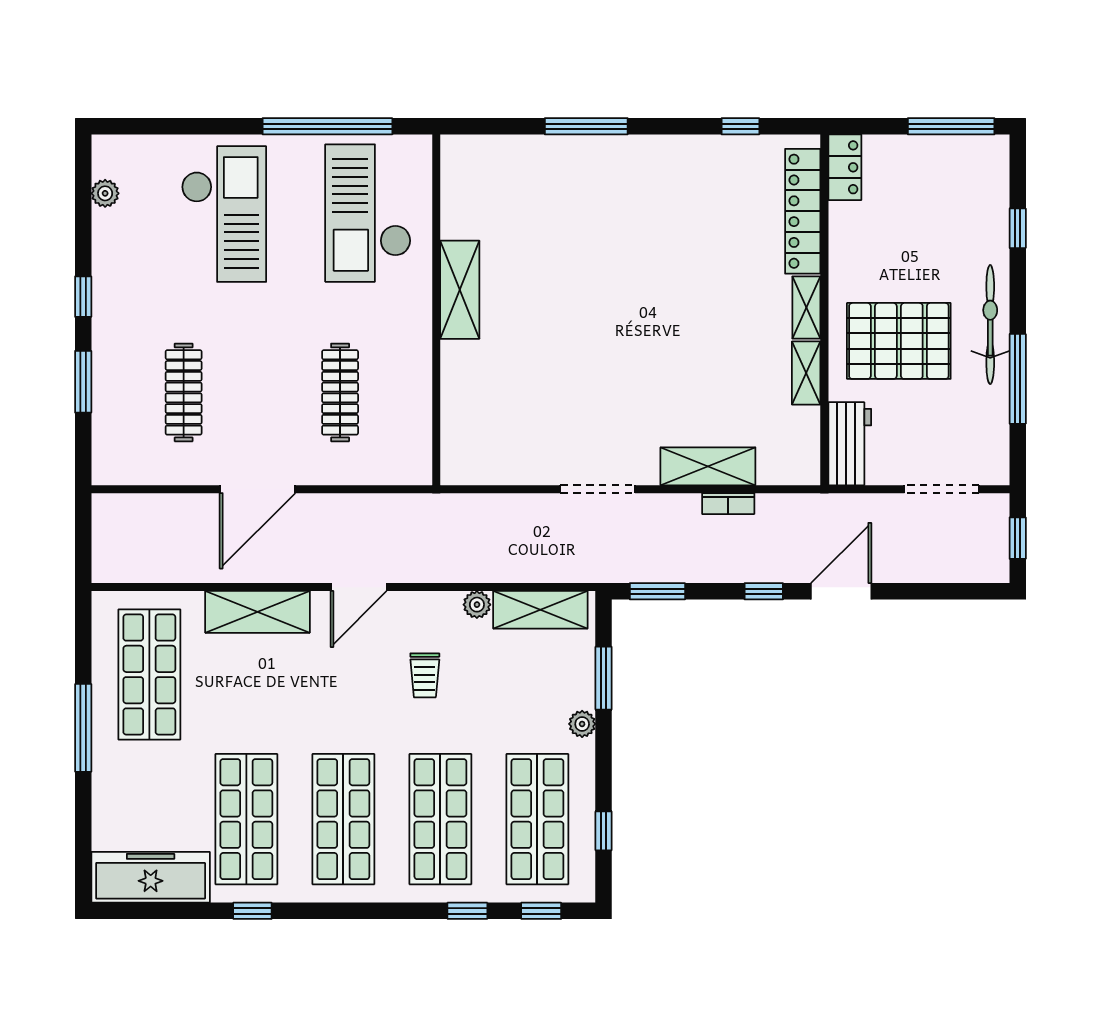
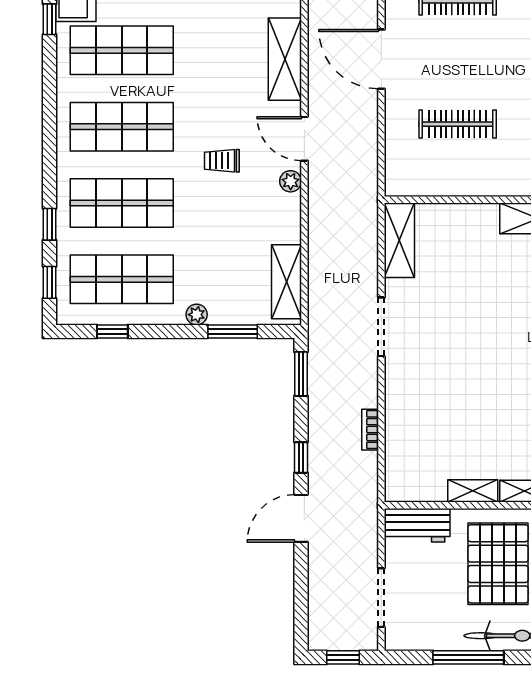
shelving: (708, 466) -> (399, 240), moved
door: (841, 591) -> (301, 518), swing flipped
plant: (477, 605) -> (291, 181), moved
trolley: (425, 675) -> (222, 161), moved
window: (252, 911) -> (50, 19), moved

